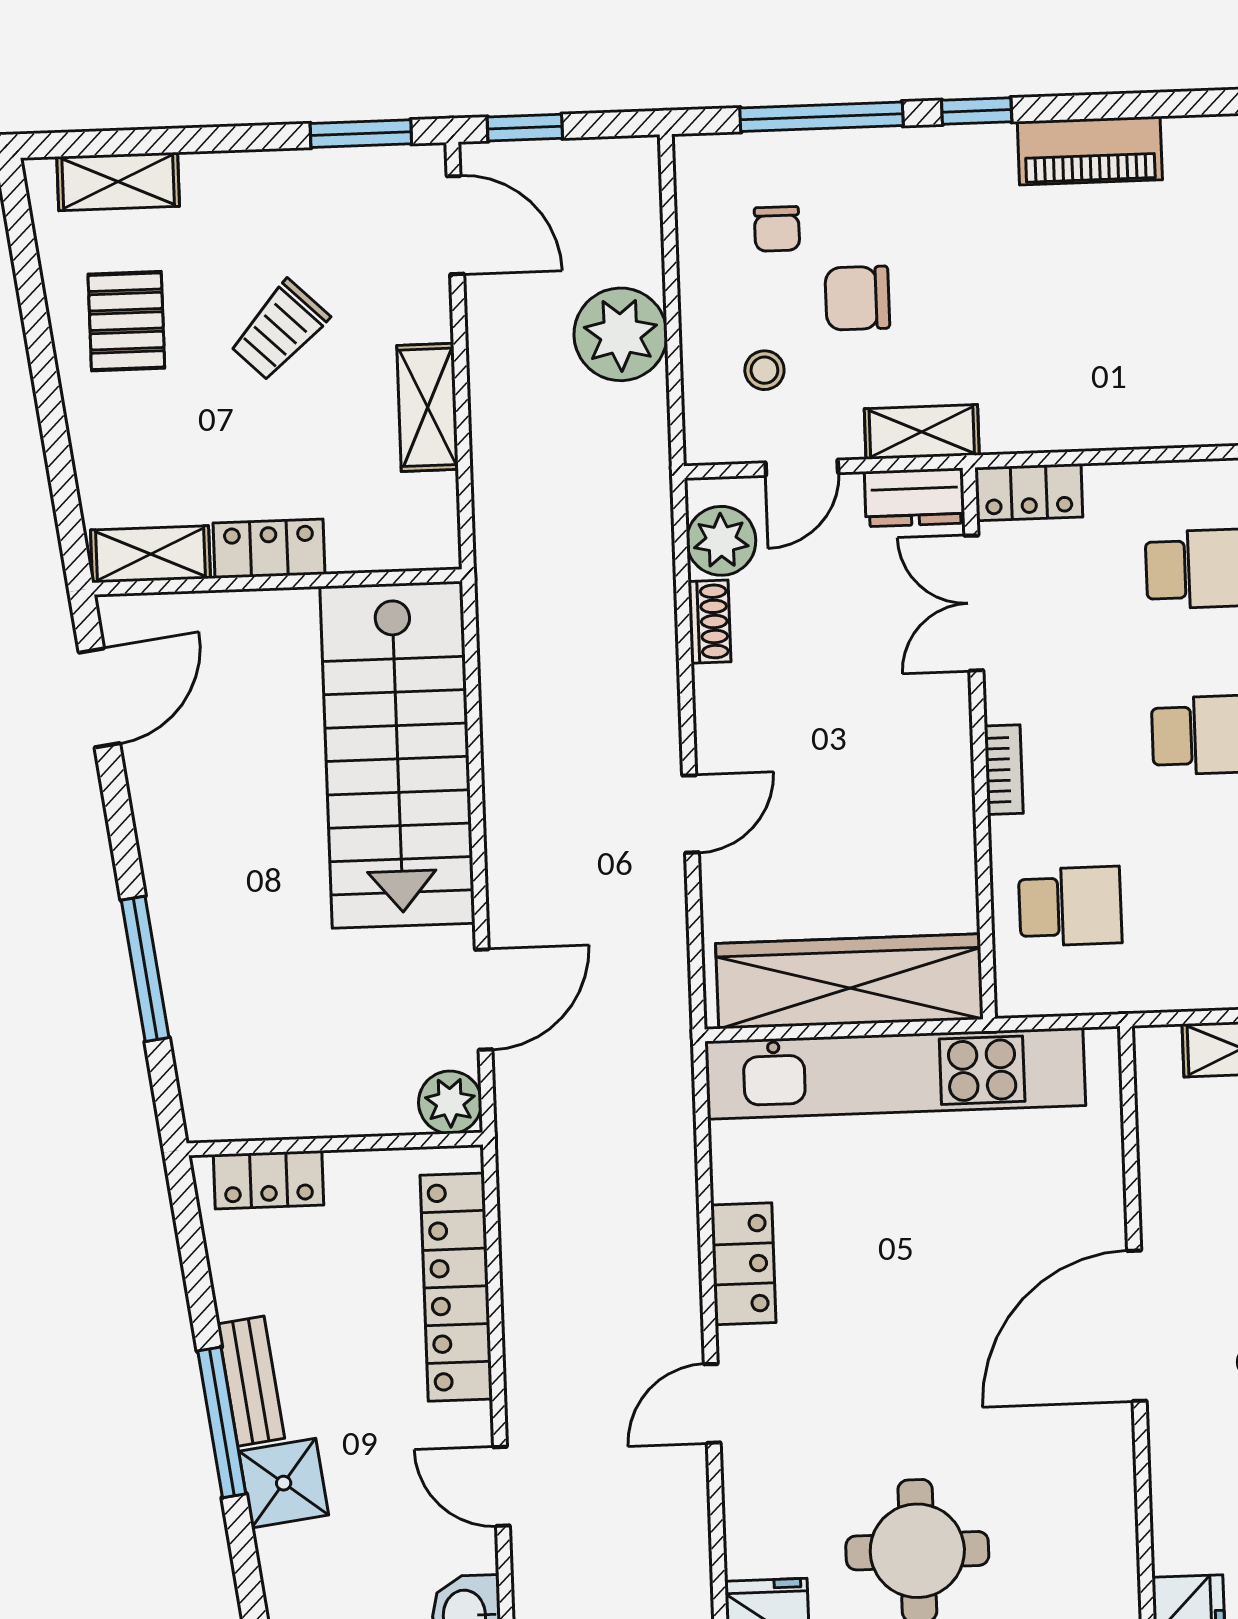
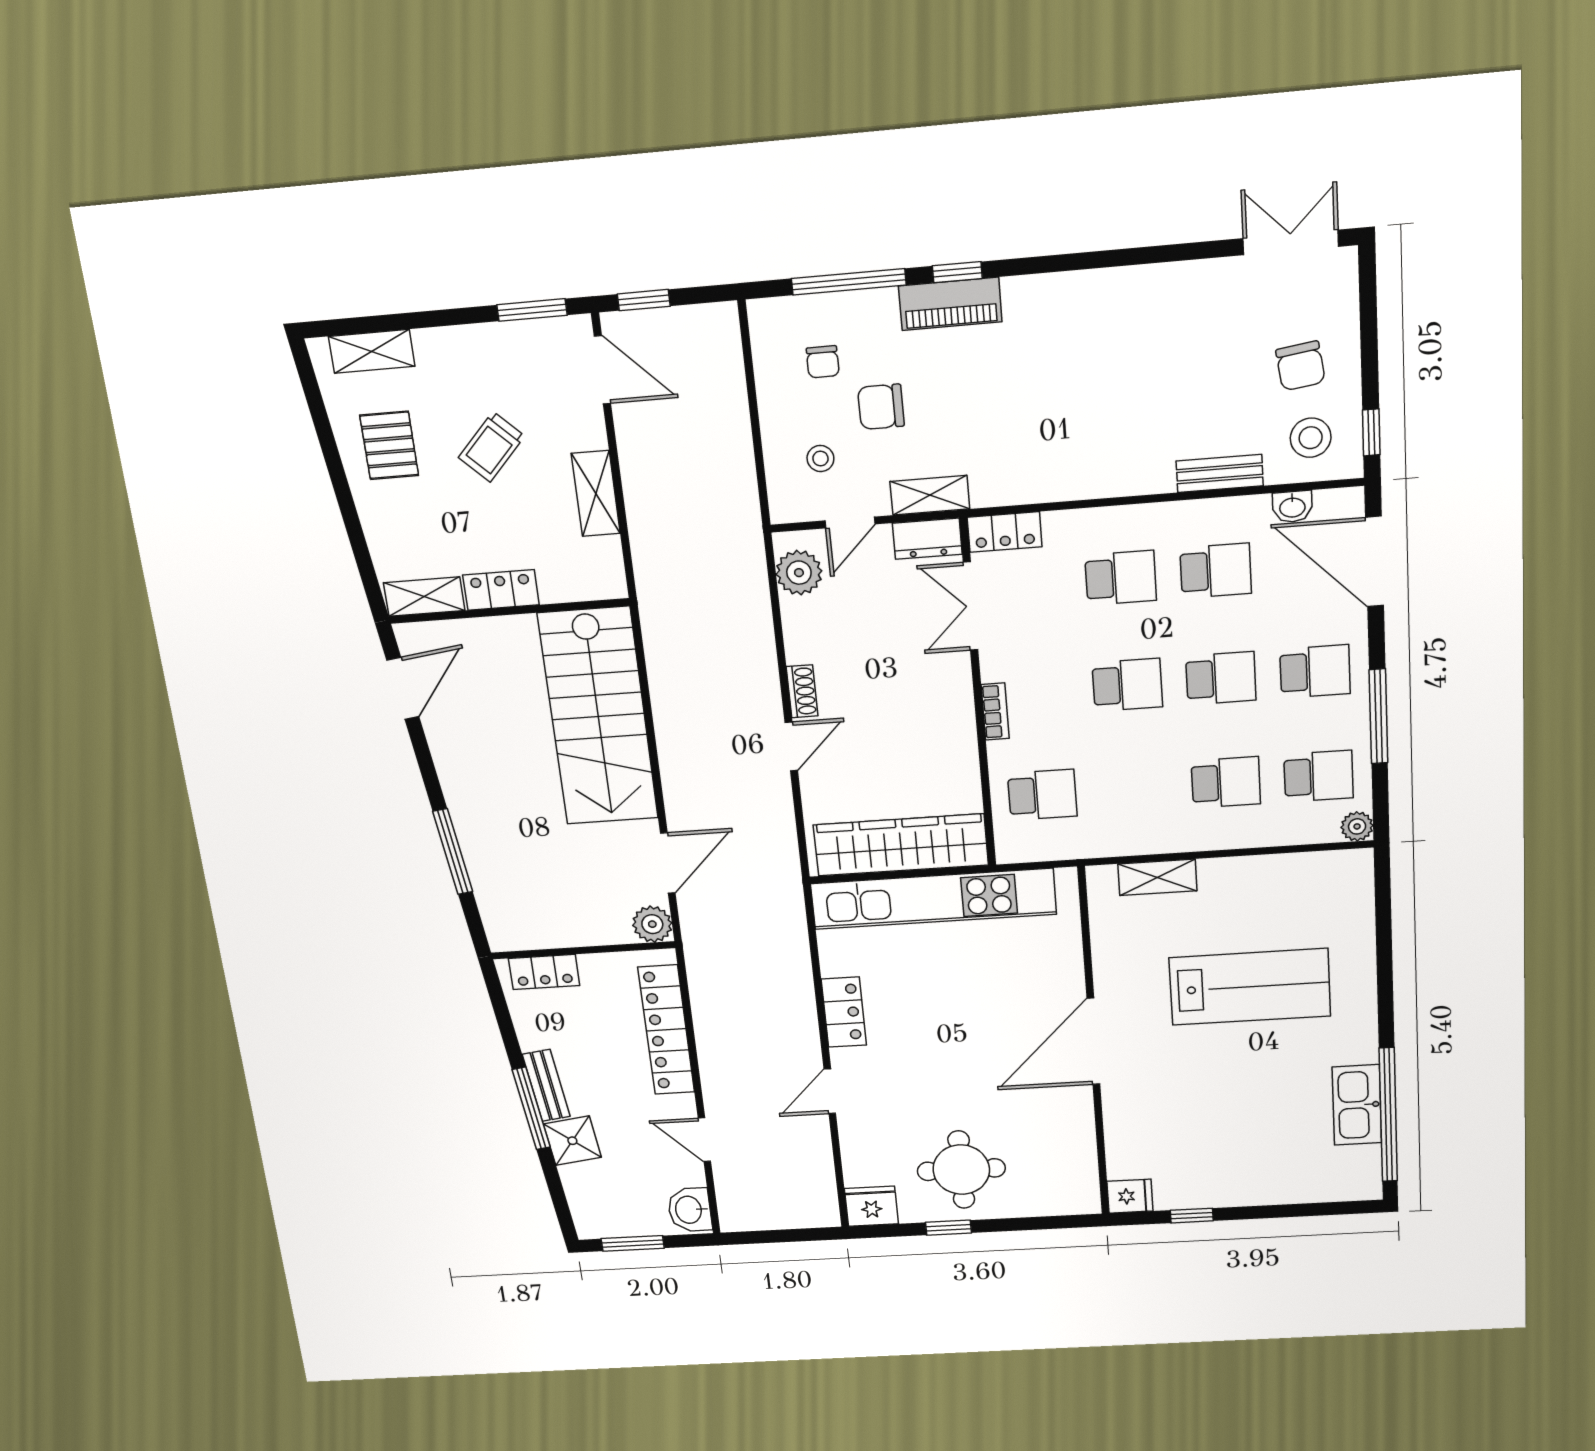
piano: (1090, 151) -> (950, 304), moved
plant: (621, 334) -> (721, 439), removed
shoe rack: (709, 622) -> (802, 691), moved

